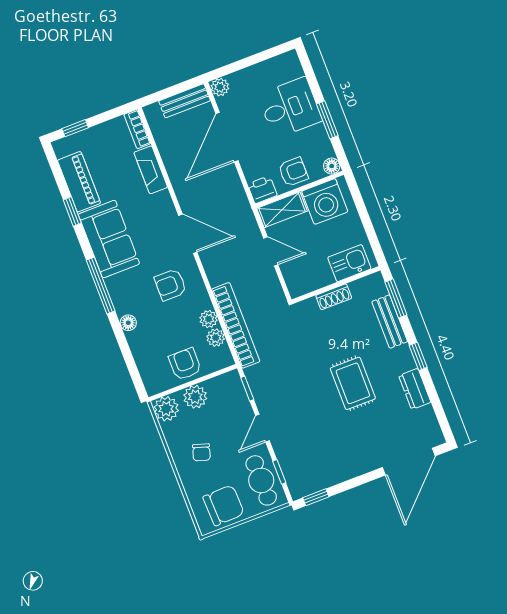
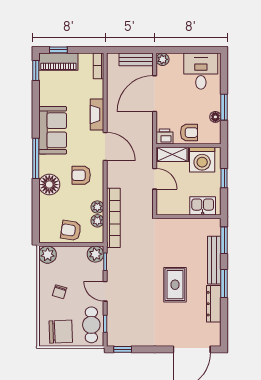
desk: (290, 108) -> (201, 71), moved, turned -90
floor lamp: (332, 166) -> (215, 117), moved
fireplace: (151, 170) -> (97, 114), moved
piano: (79, 182) -> (58, 62), moved, turned 90
window: (72, 211) -> (36, 71), moved
window: (364, 215) -> (224, 178), added
shoe rack: (334, 297) -> (184, 224), removed
bench: (390, 322) -> (214, 260), width x1.36
floor lamp: (128, 323) -> (49, 185), width x1.89, depth x1.89
window: (418, 356) -> (224, 283), width x1.50
armchair: (185, 364) -> (71, 230), turned -81
dresser: (415, 389) -> (214, 304), width x1.44
plant: (195, 397) -> (95, 254), moved
door: (262, 428) -> (105, 291), hinge flipped

